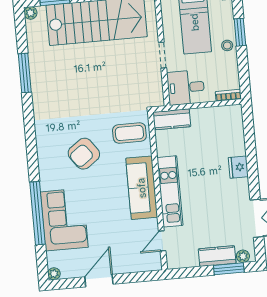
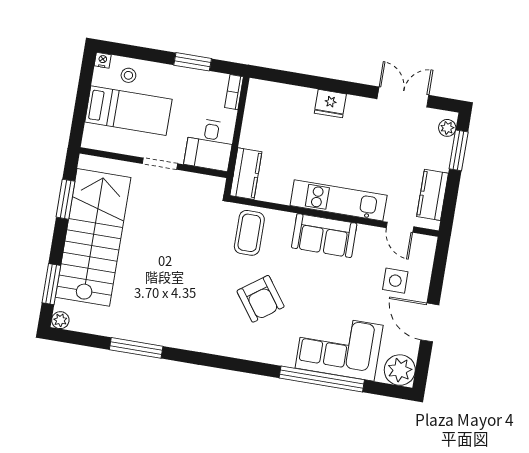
window: (240, 32) -> (193, 62), moved
stool: (227, 45) -> (128, 75), moved
sofa: (142, 188) -> (324, 236), width x0.73
side table: (123, 248) -> (395, 281), added
kitchen counter: (217, 256) -> (433, 195), moved
plant: (54, 274) -> (400, 370), width x1.88, depth x1.88

